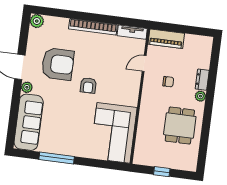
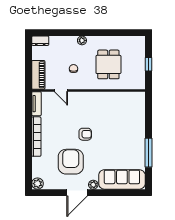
dresser: (202, 80) -> (40, 41), moved
dining table: (180, 126) -> (108, 64), moved, turned 90
corner sofa: (113, 133) -> (122, 108), removed

